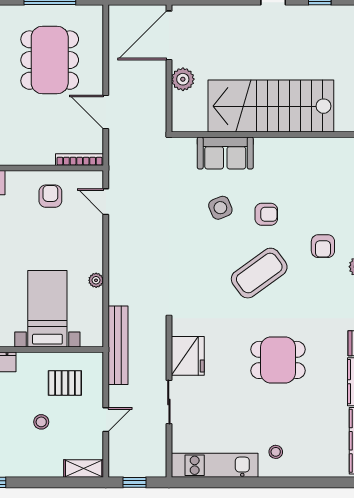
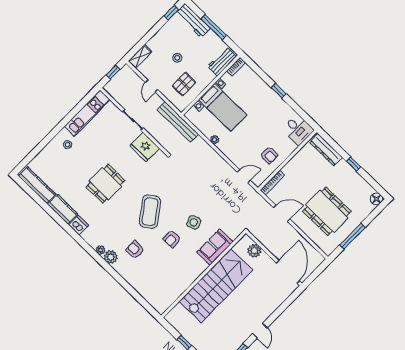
plant: (183, 79) -> (254, 251), moved

